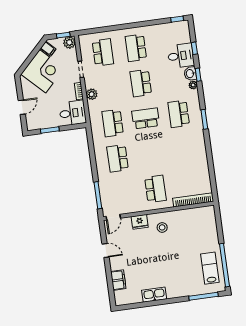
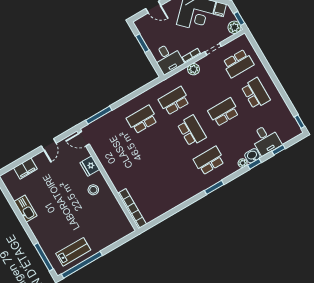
school desk: (136, 48) -> (256, 93), turned 90
school desk: (155, 189) -> (128, 168), removed

